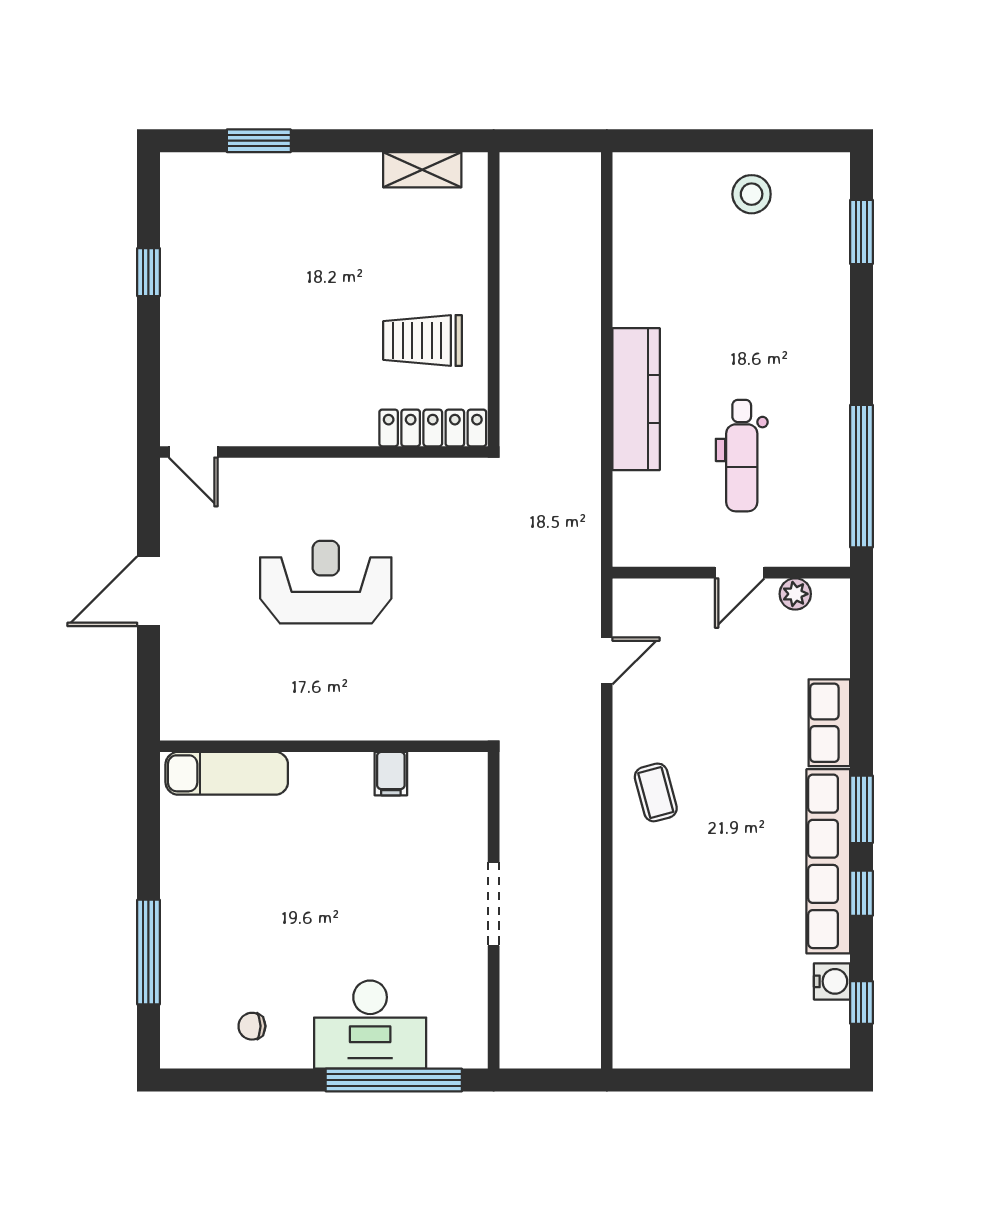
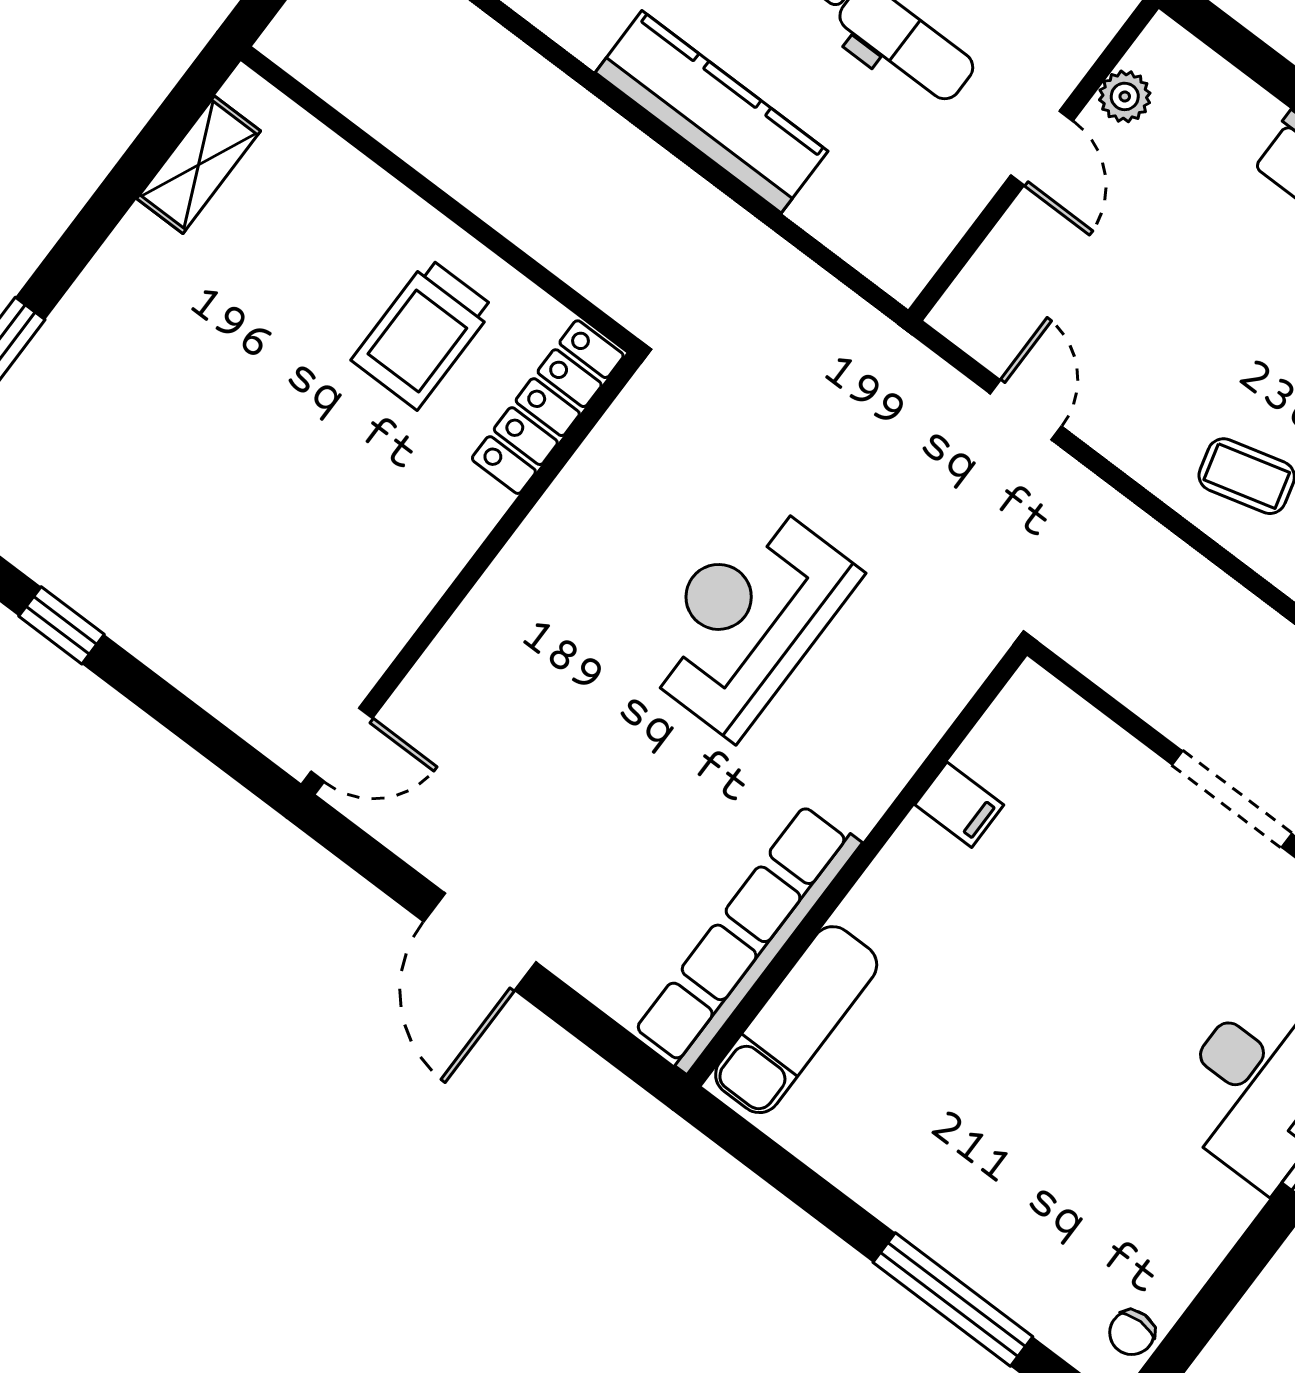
reception desk: (326, 582) -> (747, 618), moved
row of seats: (248, 719) -> (747, 938), added
chair: (252, 1026) -> (1132, 1333), moved

